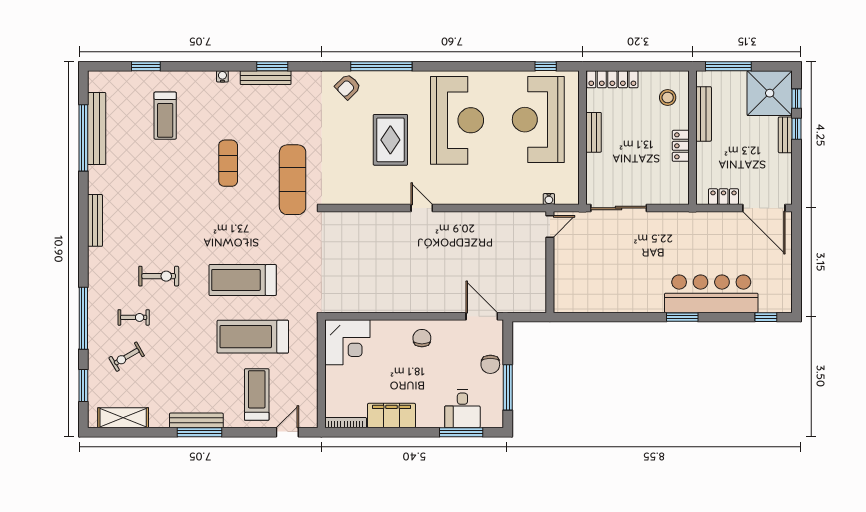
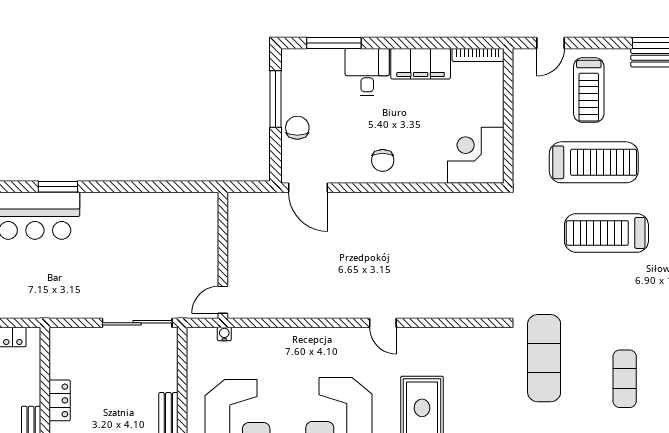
treadmill: (243, 280) -> (606, 233), turned 180
desk: (462, 409) -> (367, 72), moved

